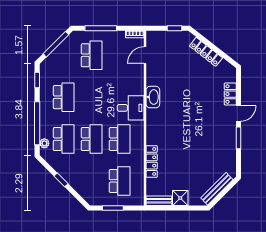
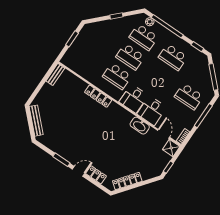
locker: (206, 52) -> (127, 181), moved
desk: (130, 82) -> (152, 111), added
washbasin: (153, 97) -> (140, 126), moved
door: (238, 113) -> (79, 171), swing flipped
locker: (152, 161) -> (98, 96), moved
school desk: (120, 181) -> (88, 56), removed
shower: (180, 198) -> (171, 148), moved

